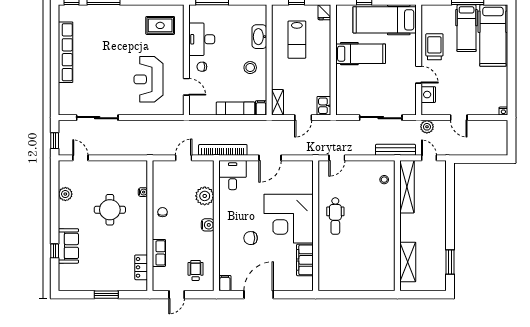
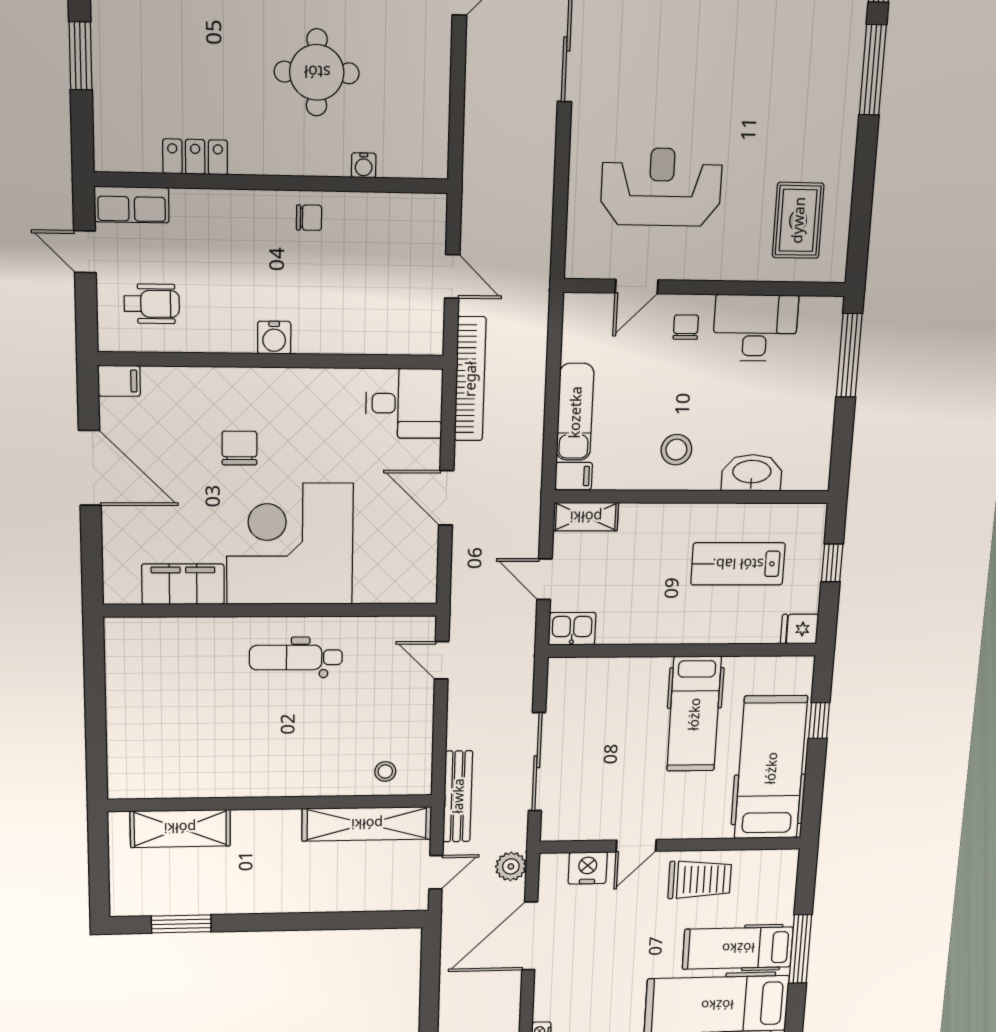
door: (459, 118) -> (530, 936), width x1.87
plant: (205, 196) -> (351, 331), removed
row of seats: (159, 253) -> (132, 205), moved
locker: (141, 267) -> (195, 157), moved

